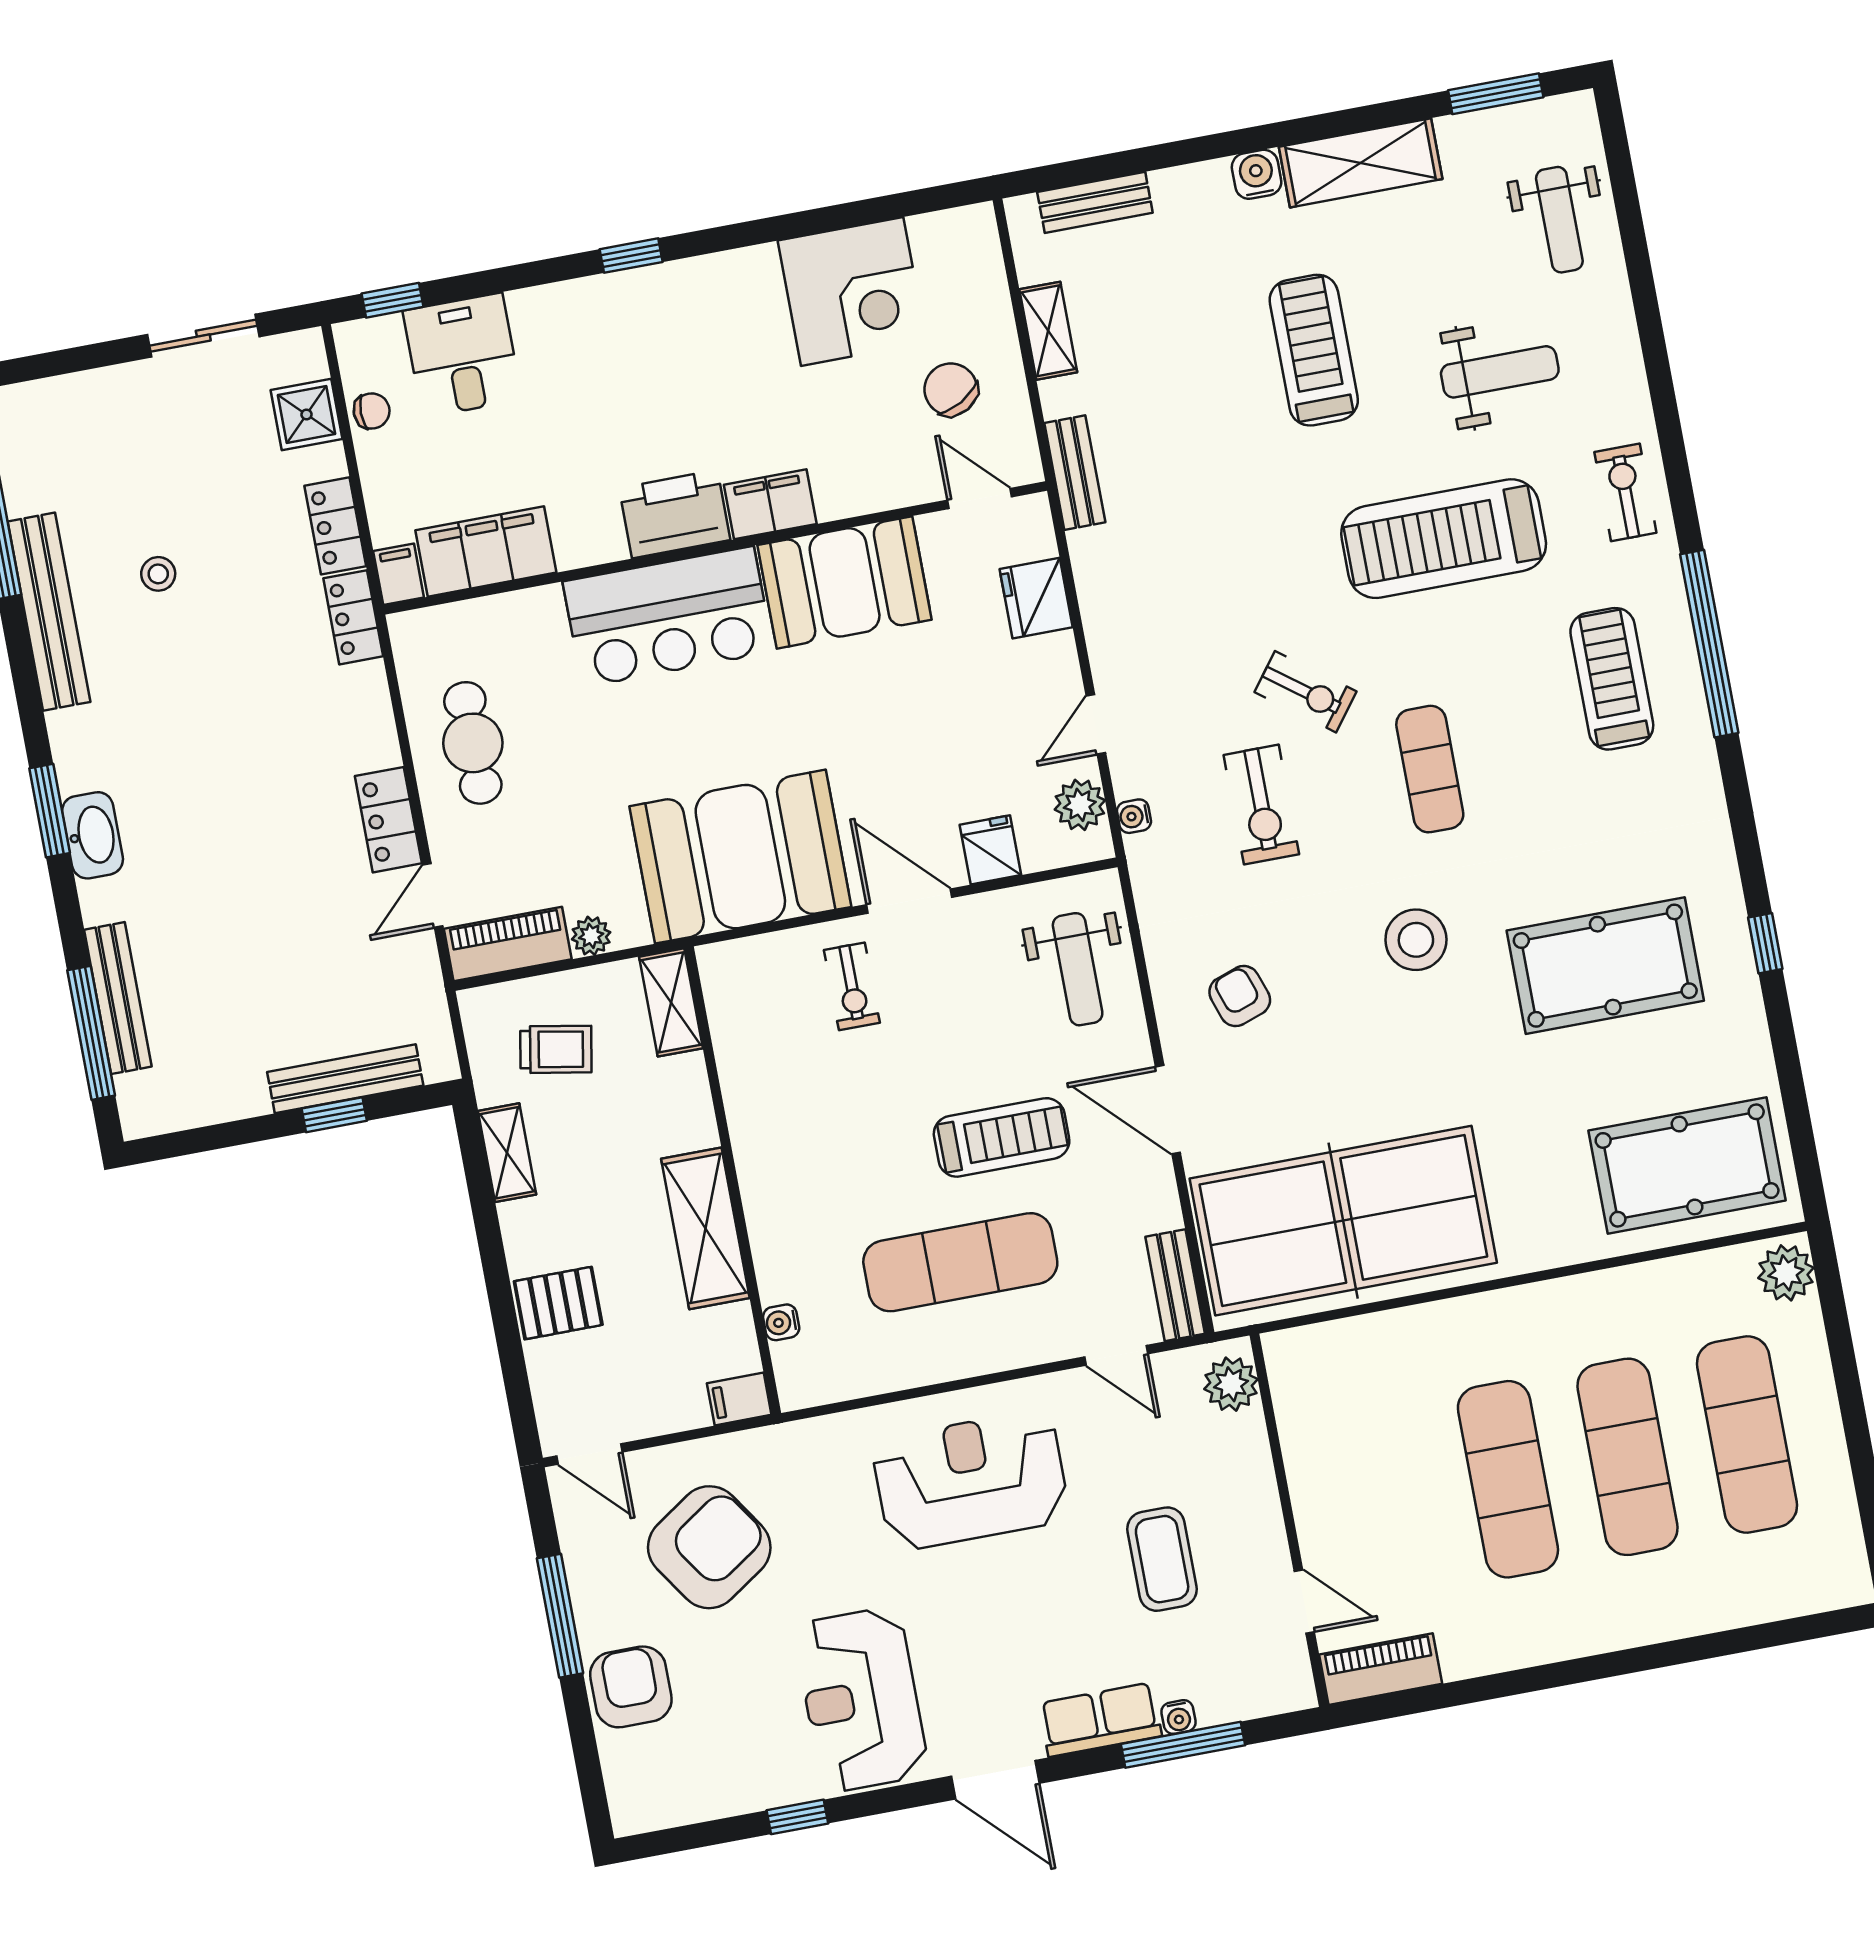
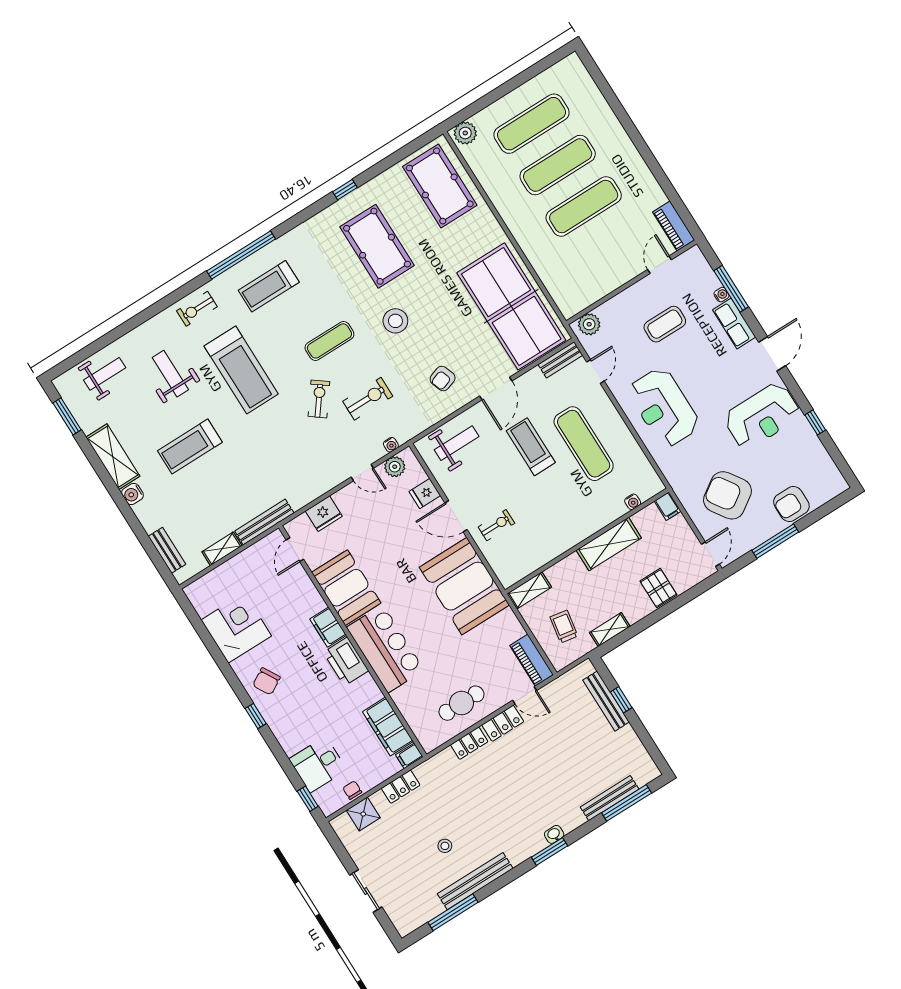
sliding door: (203, 336) -> (366, 891), moved
chair: (951, 389) -> (266, 681), moved
bench: (1075, 473) -> (264, 522), width x1.36
locker: (353, 617) -> (469, 743), moved
washbasin: (93, 835) -> (554, 834), width x0.52, depth x0.69
door: (909, 901) -> (456, 516), hinge flipped
plant: (591, 936) -> (516, 630), removed

